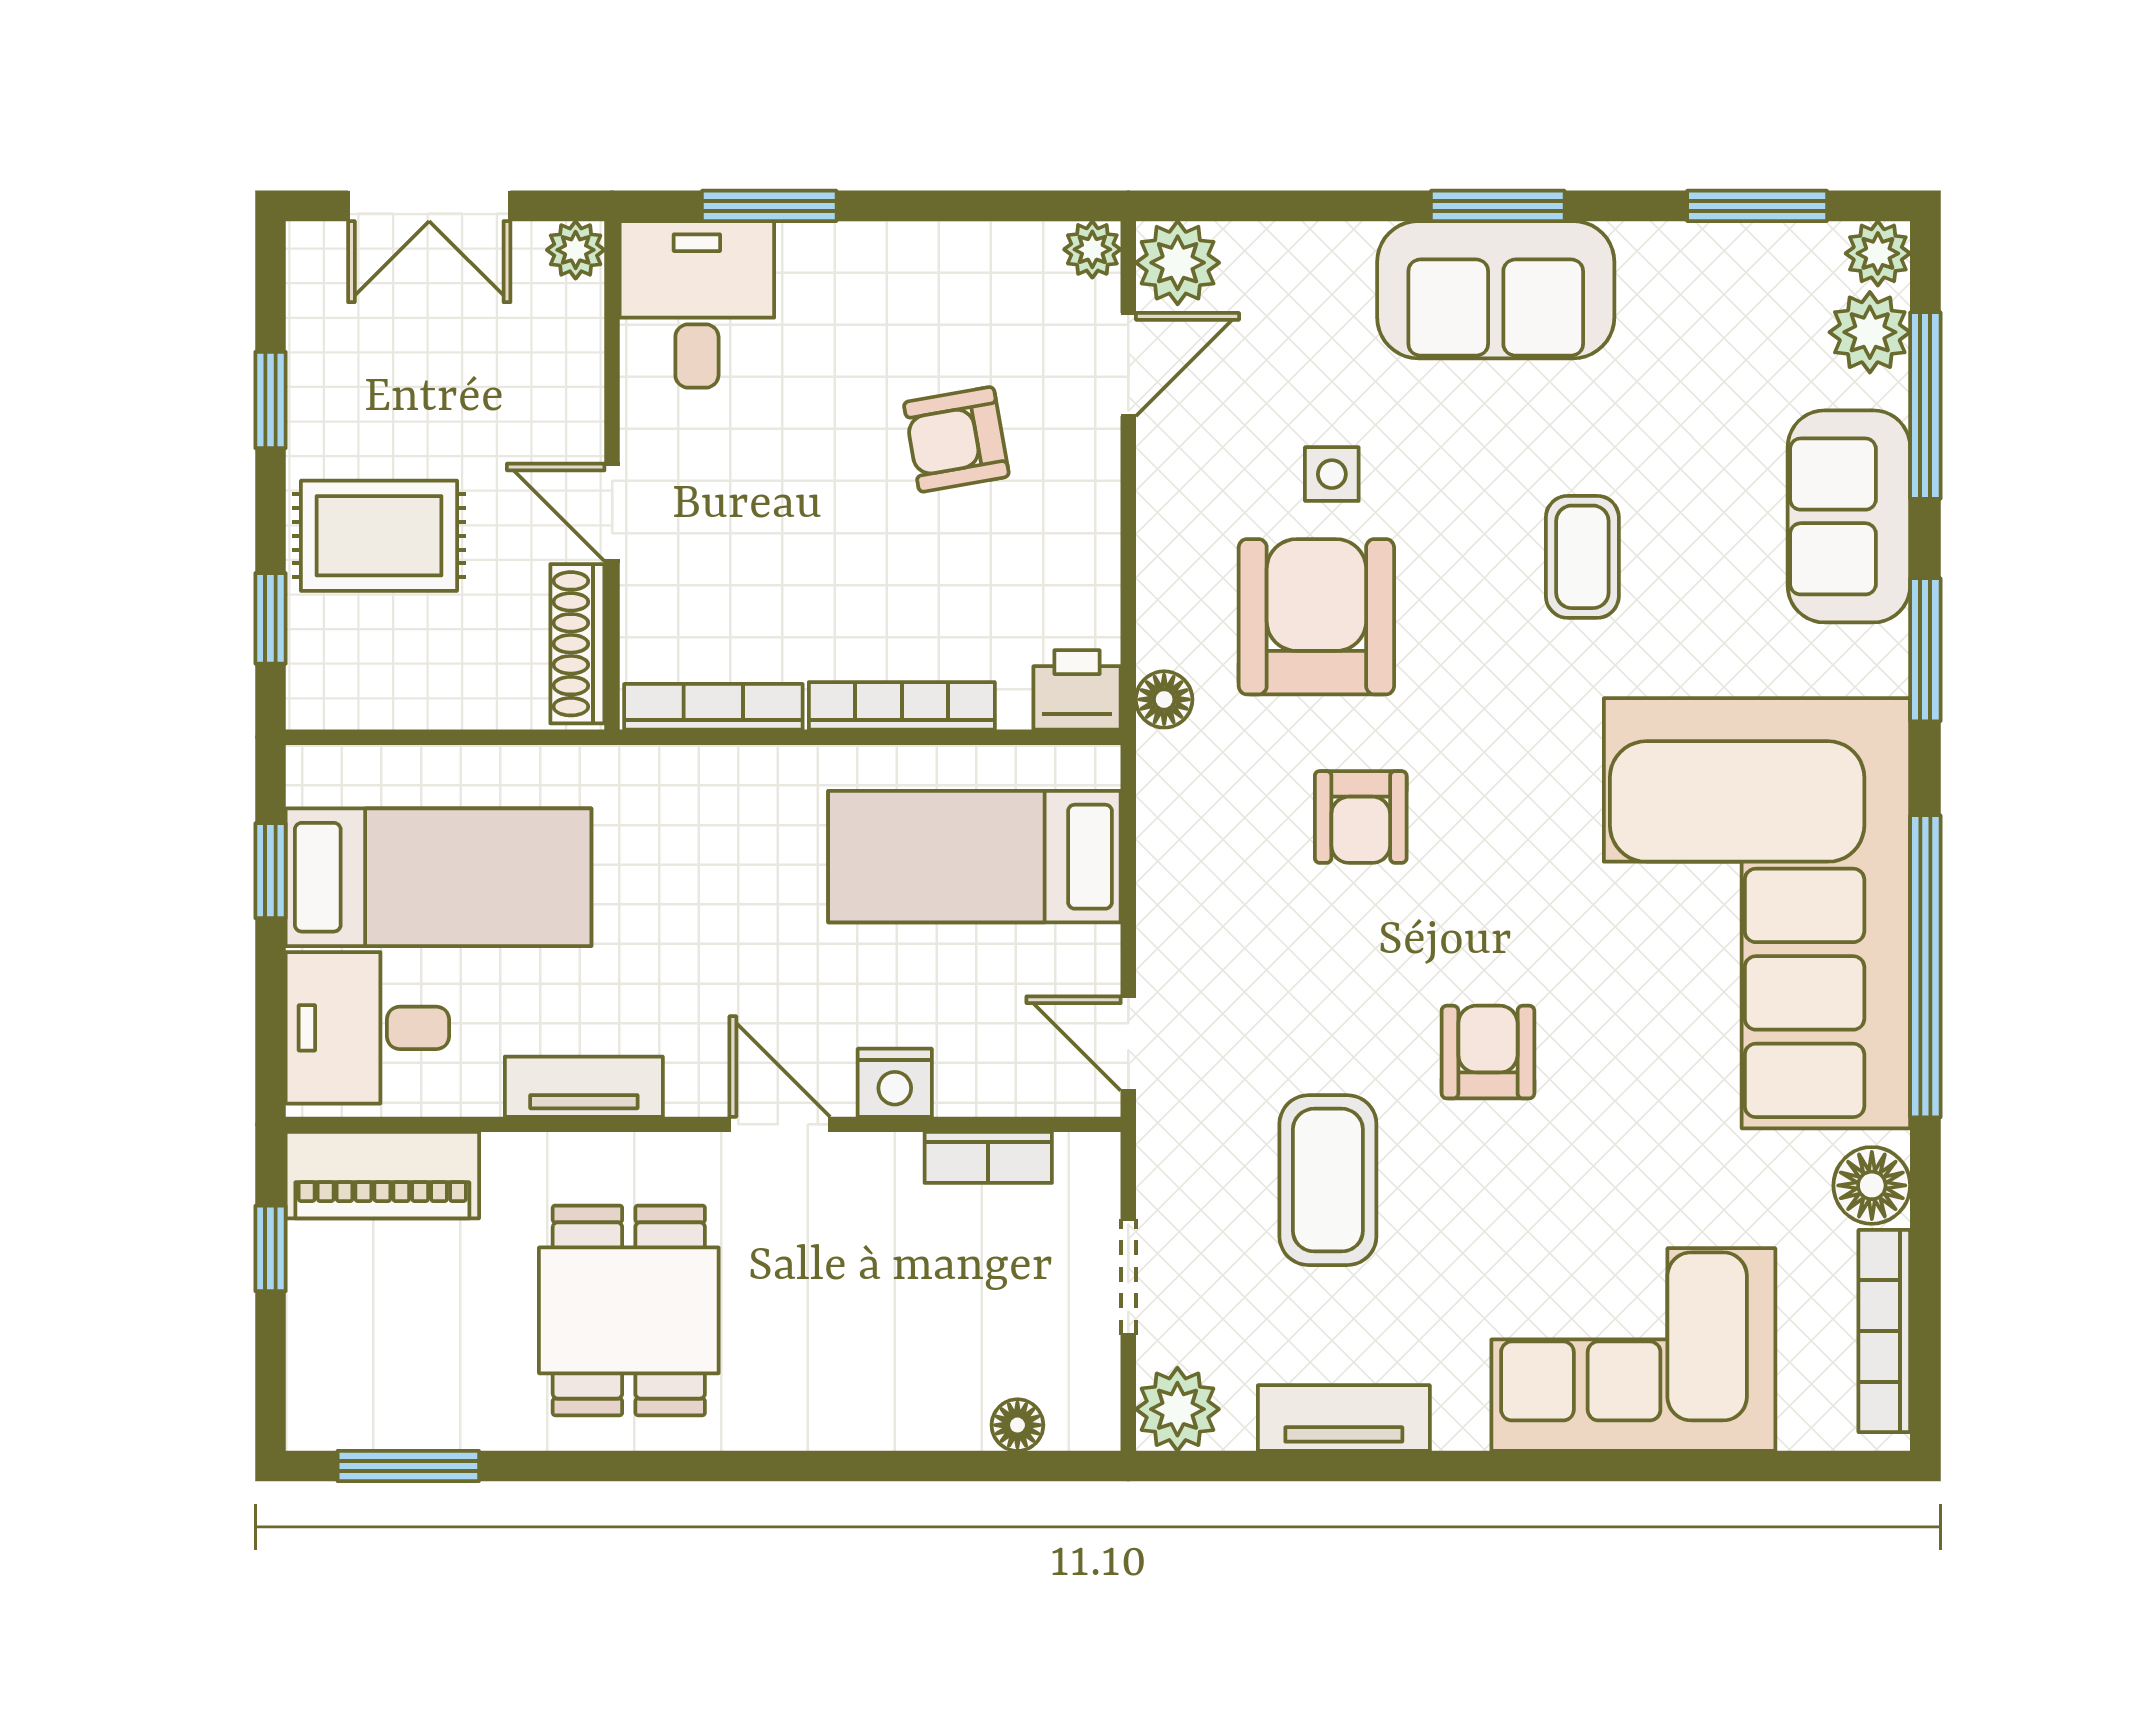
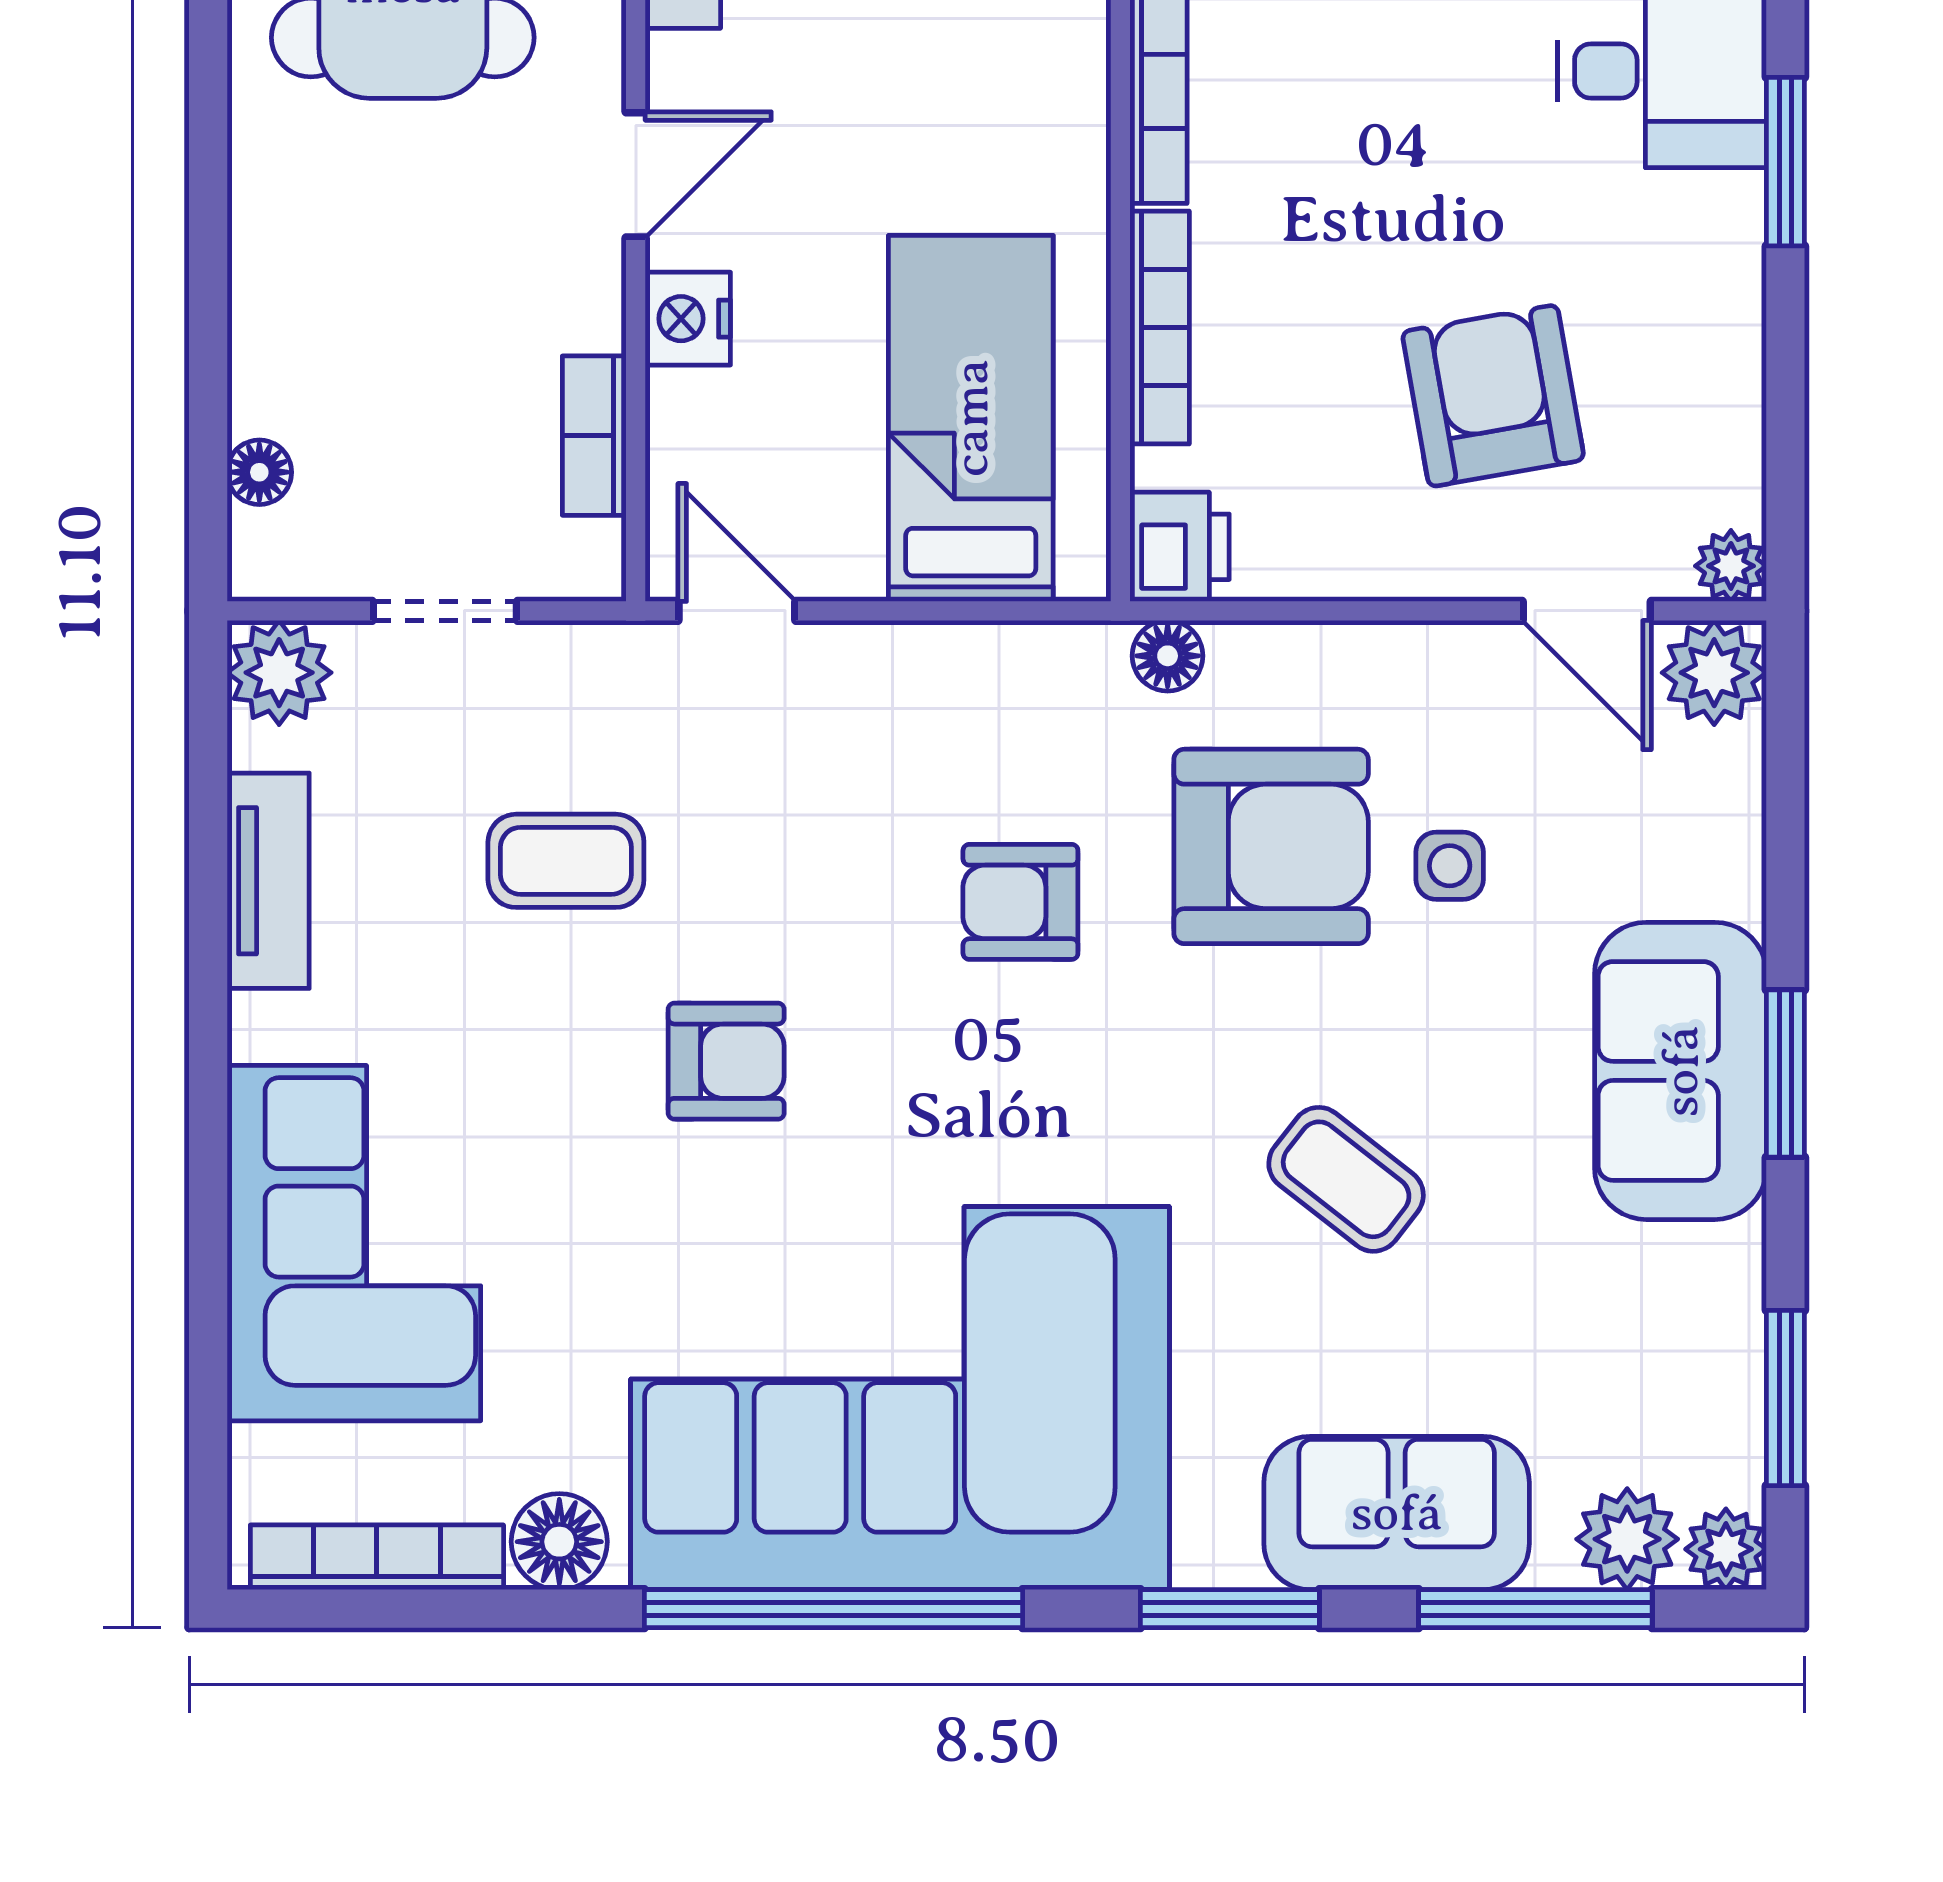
armchair: (956, 439) -> (1493, 396), width x1.38, depth x1.38
coffee table: (1582, 557) -> (1346, 1179), turned 38
door: (1128, 1043) -> (737, 611), hinge flipped
coffee table: (1328, 1180) -> (566, 861), width x0.73, depth x0.77

